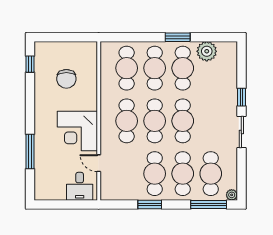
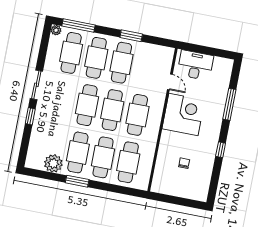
window: (30, 64) -> (221, 150), moved
chair: (66, 79) -> (184, 163), width x0.54, depth x0.54
desk: (80, 186) -> (195, 65), width x1.37

